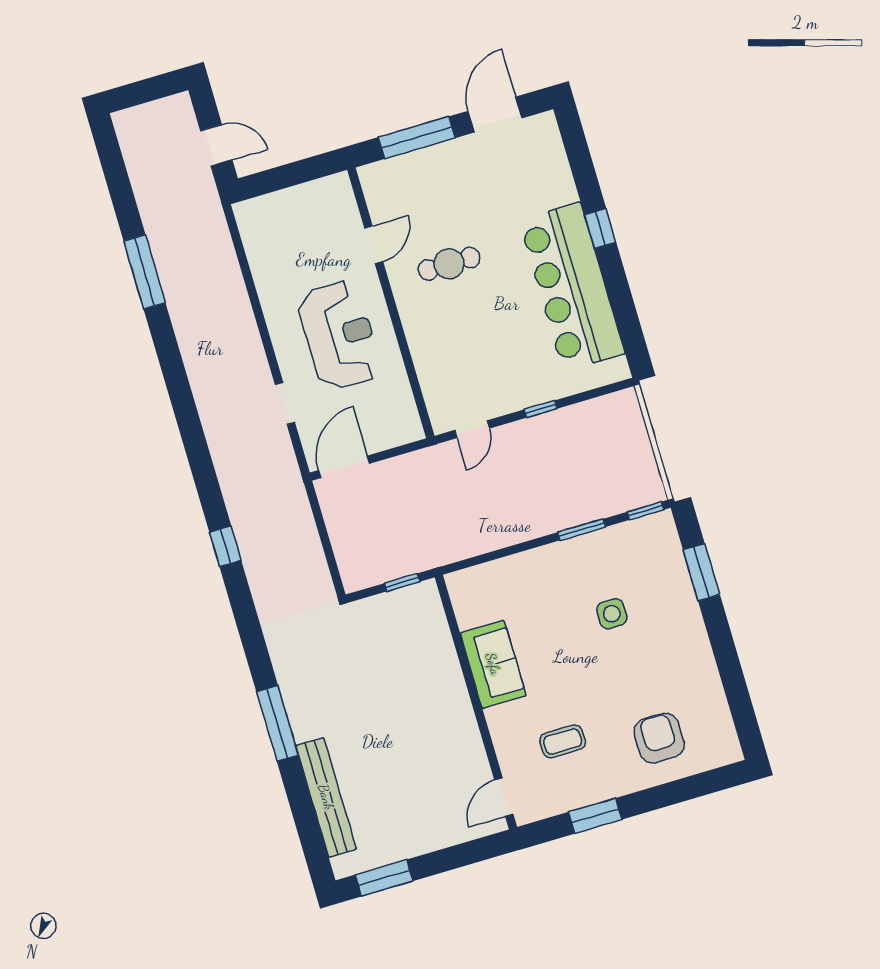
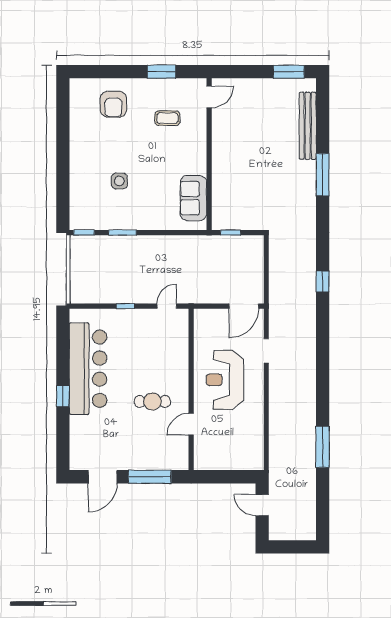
window: (701, 572) -> (63, 189), removed
sofa: (493, 664) -> (193, 198), moved

